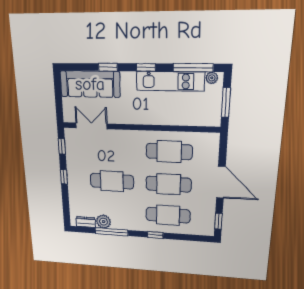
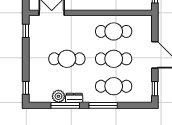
window: (64, 177) -> (26, 88), moved
dresser: (86, 222) -> (74, 98), moved
window: (155, 235) -> (103, 105), width x2.17

